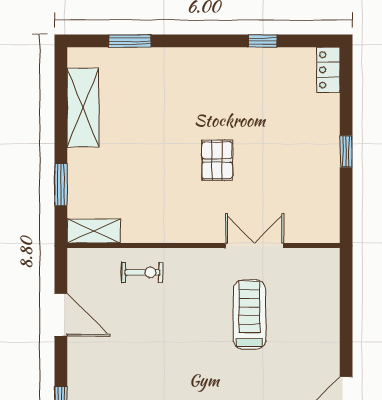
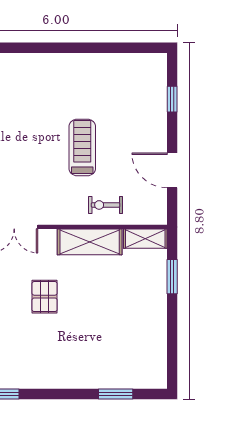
shelving: (83, 108) -> (90, 242), moved, turned 90
treadmill: (249, 315) -> (82, 147), moved, turned 180

